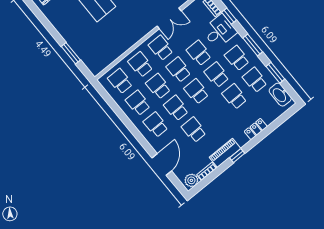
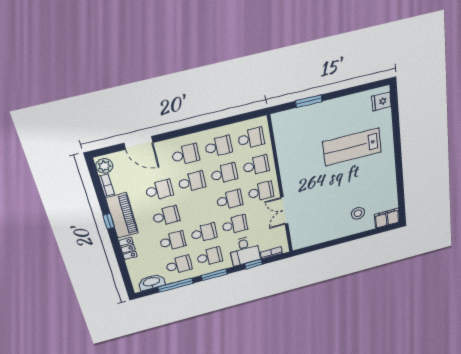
window: (275, 73) -> (176, 285), width x1.44
school desk: (196, 91) -> (166, 216), moved
piano: (225, 153) -> (122, 216), width x1.37, depth x1.33

